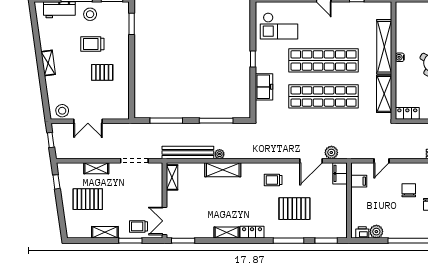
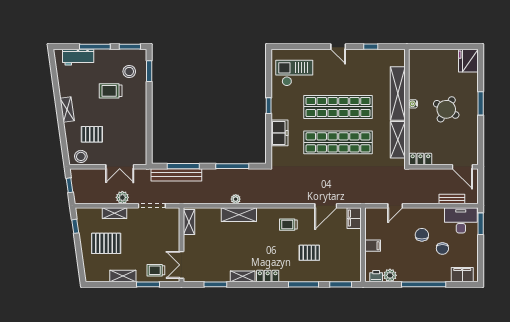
stool: (90, 14) -> (129, 71), moved
checkout: (279, 26) -> (294, 73), turned 180
pallet: (102, 72) -> (92, 134), moved
double door: (88, 121) -> (120, 167), moved
plant: (331, 152) -> (122, 197), moved
bench: (188, 153) -> (176, 175), moved
filing cabinet: (359, 181) -> (373, 246), moved
pallet: (294, 209) -> (309, 253), width x0.67, depth x0.71
window: (183, 241) -> (215, 284), moved

